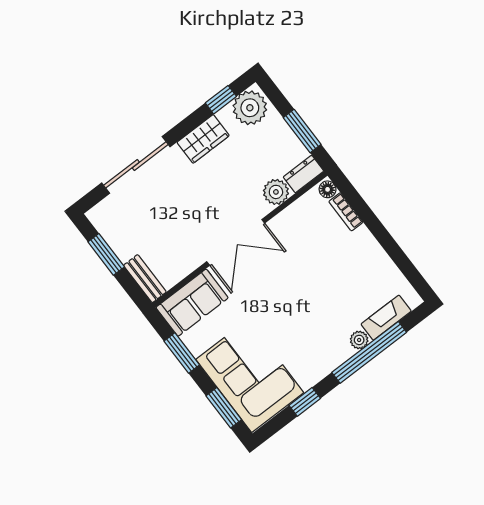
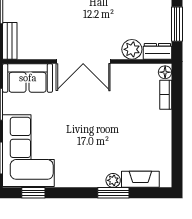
window: (369, 352) -> (113, 193), width x0.47
window: (305, 402) -> (33, 193), moved

